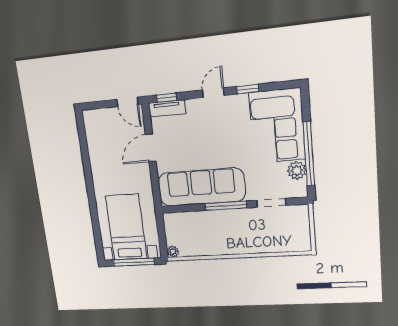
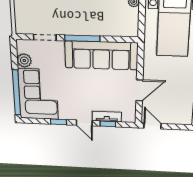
door: (213, 93) -> (84, 123), hinge flipped
window: (167, 98) -> (108, 124), moved
tv unit: (167, 108) -> (107, 117), moved
window: (309, 154) -> (16, 93), moved

